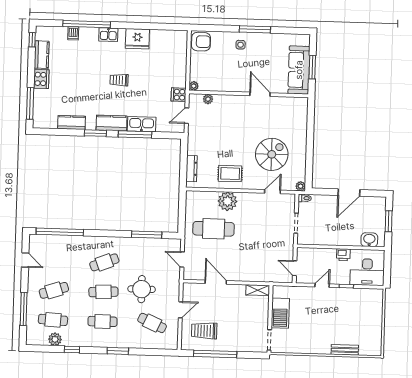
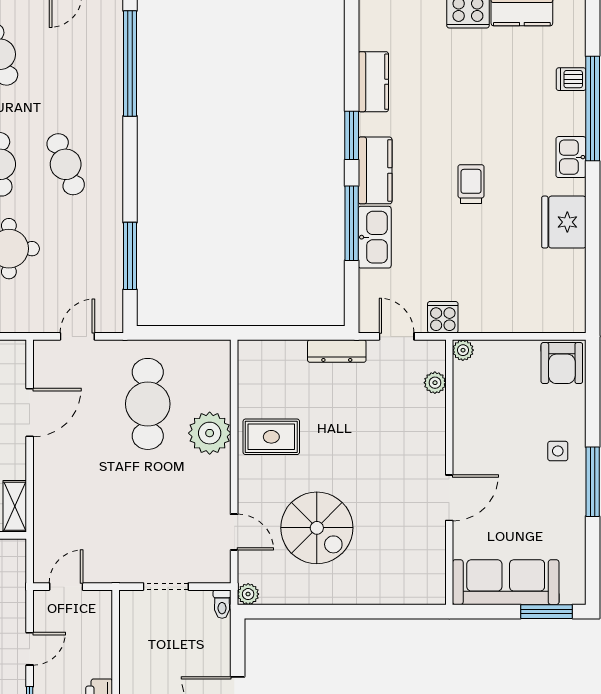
window: (312, 67) -> (547, 612), moved
dresser: (192, 169) -> (337, 351), moved
rug: (230, 174) -> (271, 437), turned 90
door: (322, 285) -> (30, 649), hinge flipped

